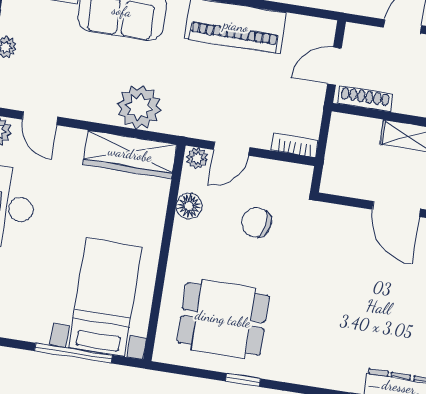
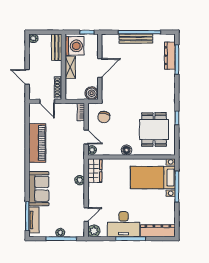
plant: (139, 107) -> (80, 180), width x0.53, depth x0.53
wardrobe: (130, 154) -> (95, 171), width x0.67
boiler: (337, 179) -> (92, 93), added
floor lamp: (189, 206) -> (127, 150), moved
chair: (256, 222) -> (104, 117), moved

